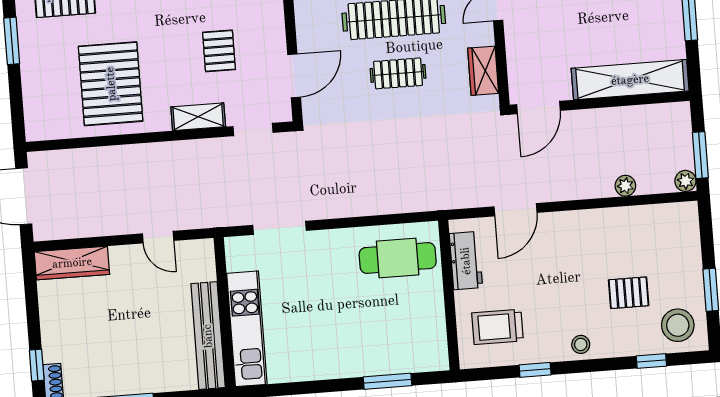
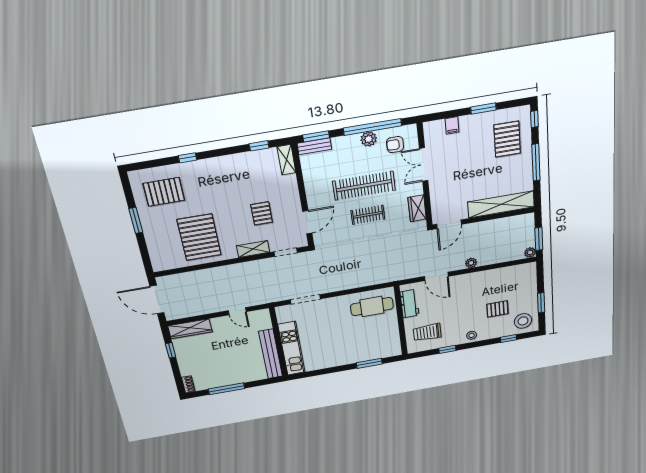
plant: (625, 186) -> (471, 263), moved
door: (516, 210) -> (436, 276), hinge flipped
window: (37, 365) -> (171, 350), moved

